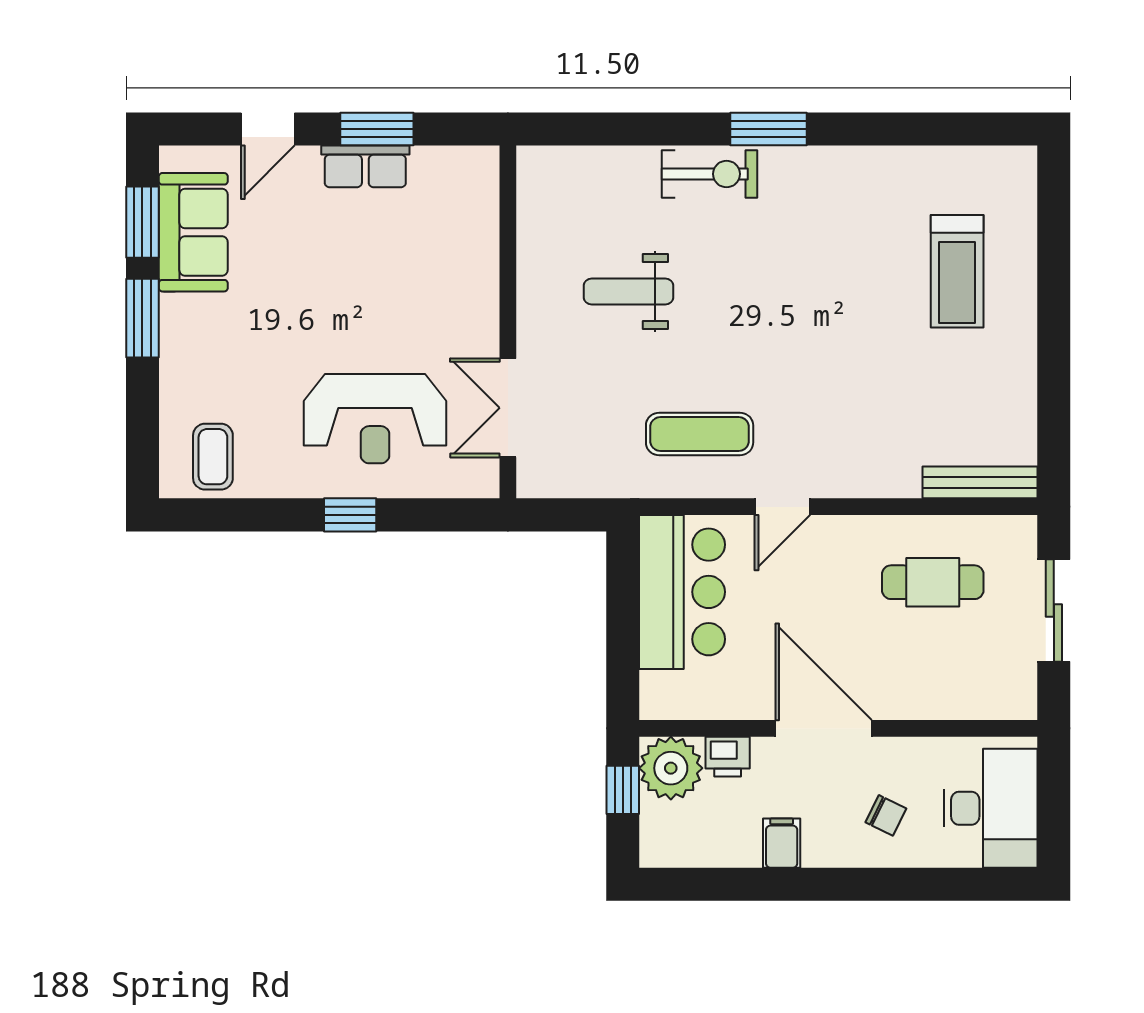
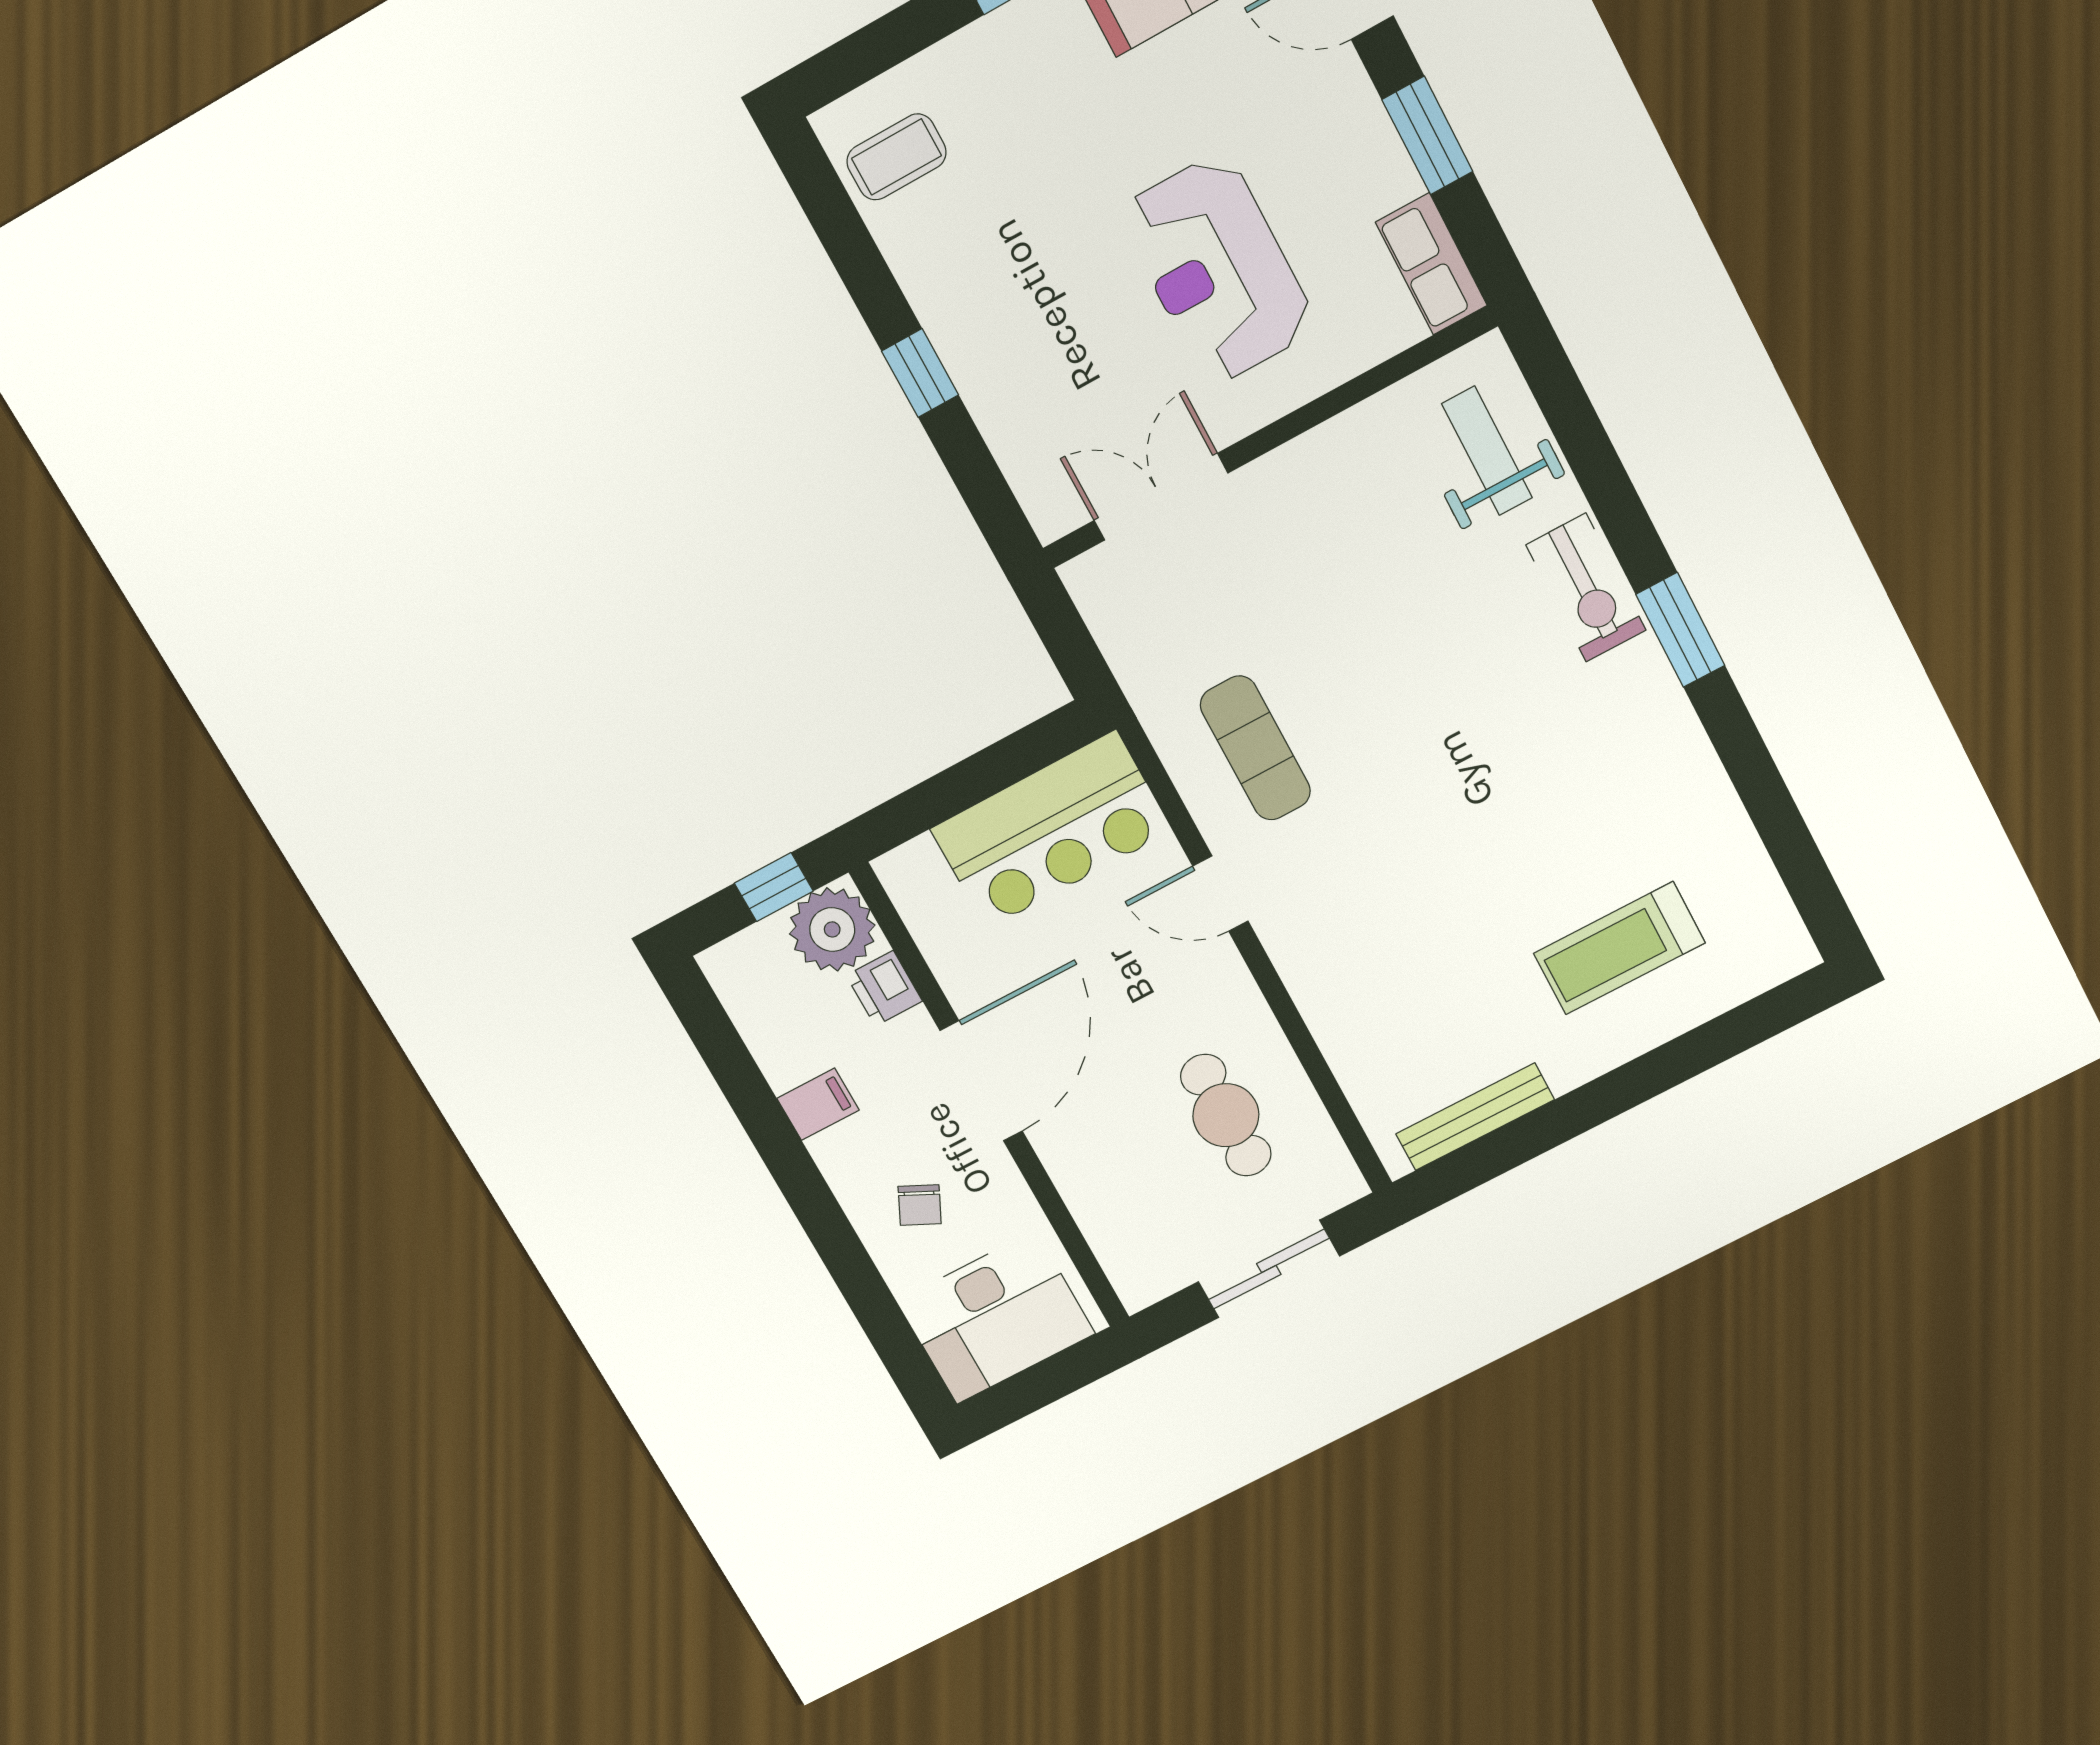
row of seats: (365, 166) -> (1431, 264), moved
weight bench: (628, 291) -> (1487, 451), moved
reception desk: (375, 419) -> (1218, 269), moved
bench: (980, 482) -> (1475, 1117), moved, turned 90

